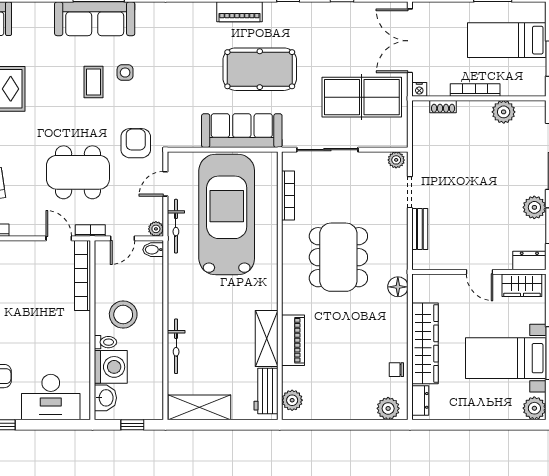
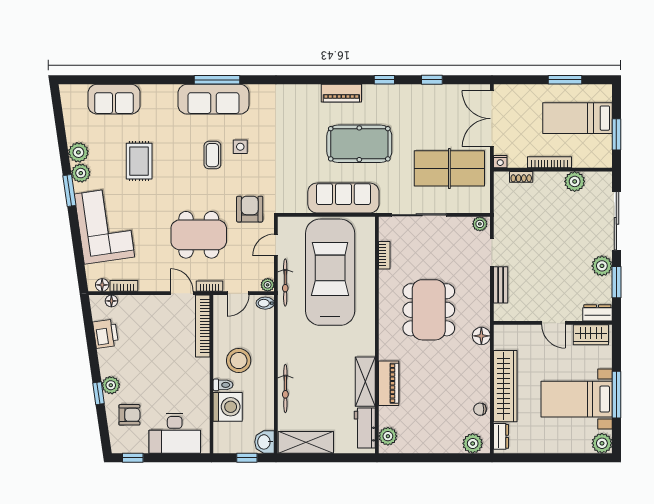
bookcase: (288, 195) -> (384, 255), width x0.64
washbasin: (105, 398) -> (264, 442), moved, turned 180

